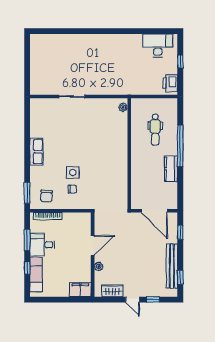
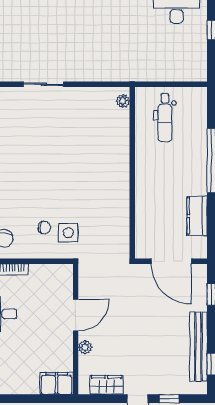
printer: (170, 83) -> (196, 64), removed
dental chair: (155, 130) -> (165, 118), moved
kitchen counter: (171, 169) -> (197, 216), moved
side table: (73, 173) -> (68, 233), moved

